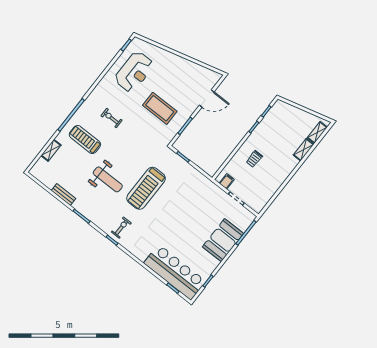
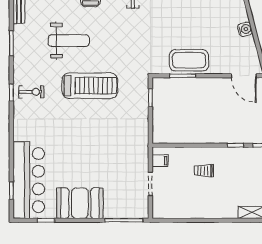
water cooler: (187, 65) -> (245, 29), added
door: (207, 99) -> (244, 76), moved
coffee table: (160, 108) -> (189, 60), moved, turned 90
weight bench: (108, 179) -> (69, 41), turned -90
treadmill: (146, 188) -> (90, 86), turned 180
booth: (223, 240) -> (80, 203), moved

